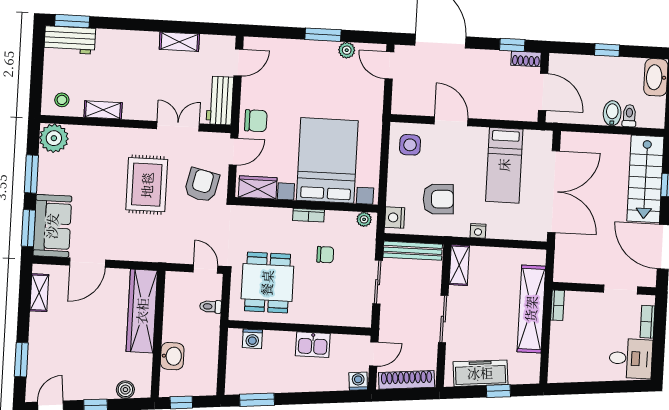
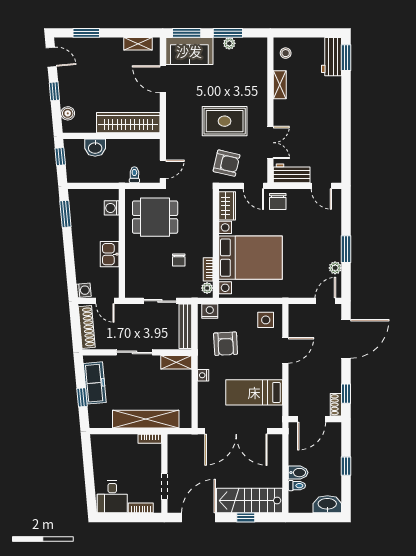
shelving: (179, 42) -> (335, 140), removed
plant: (54, 138) -> (229, 43), moved, width x0.53, depth x0.53
bookcase: (308, 215) -> (208, 269), moved

